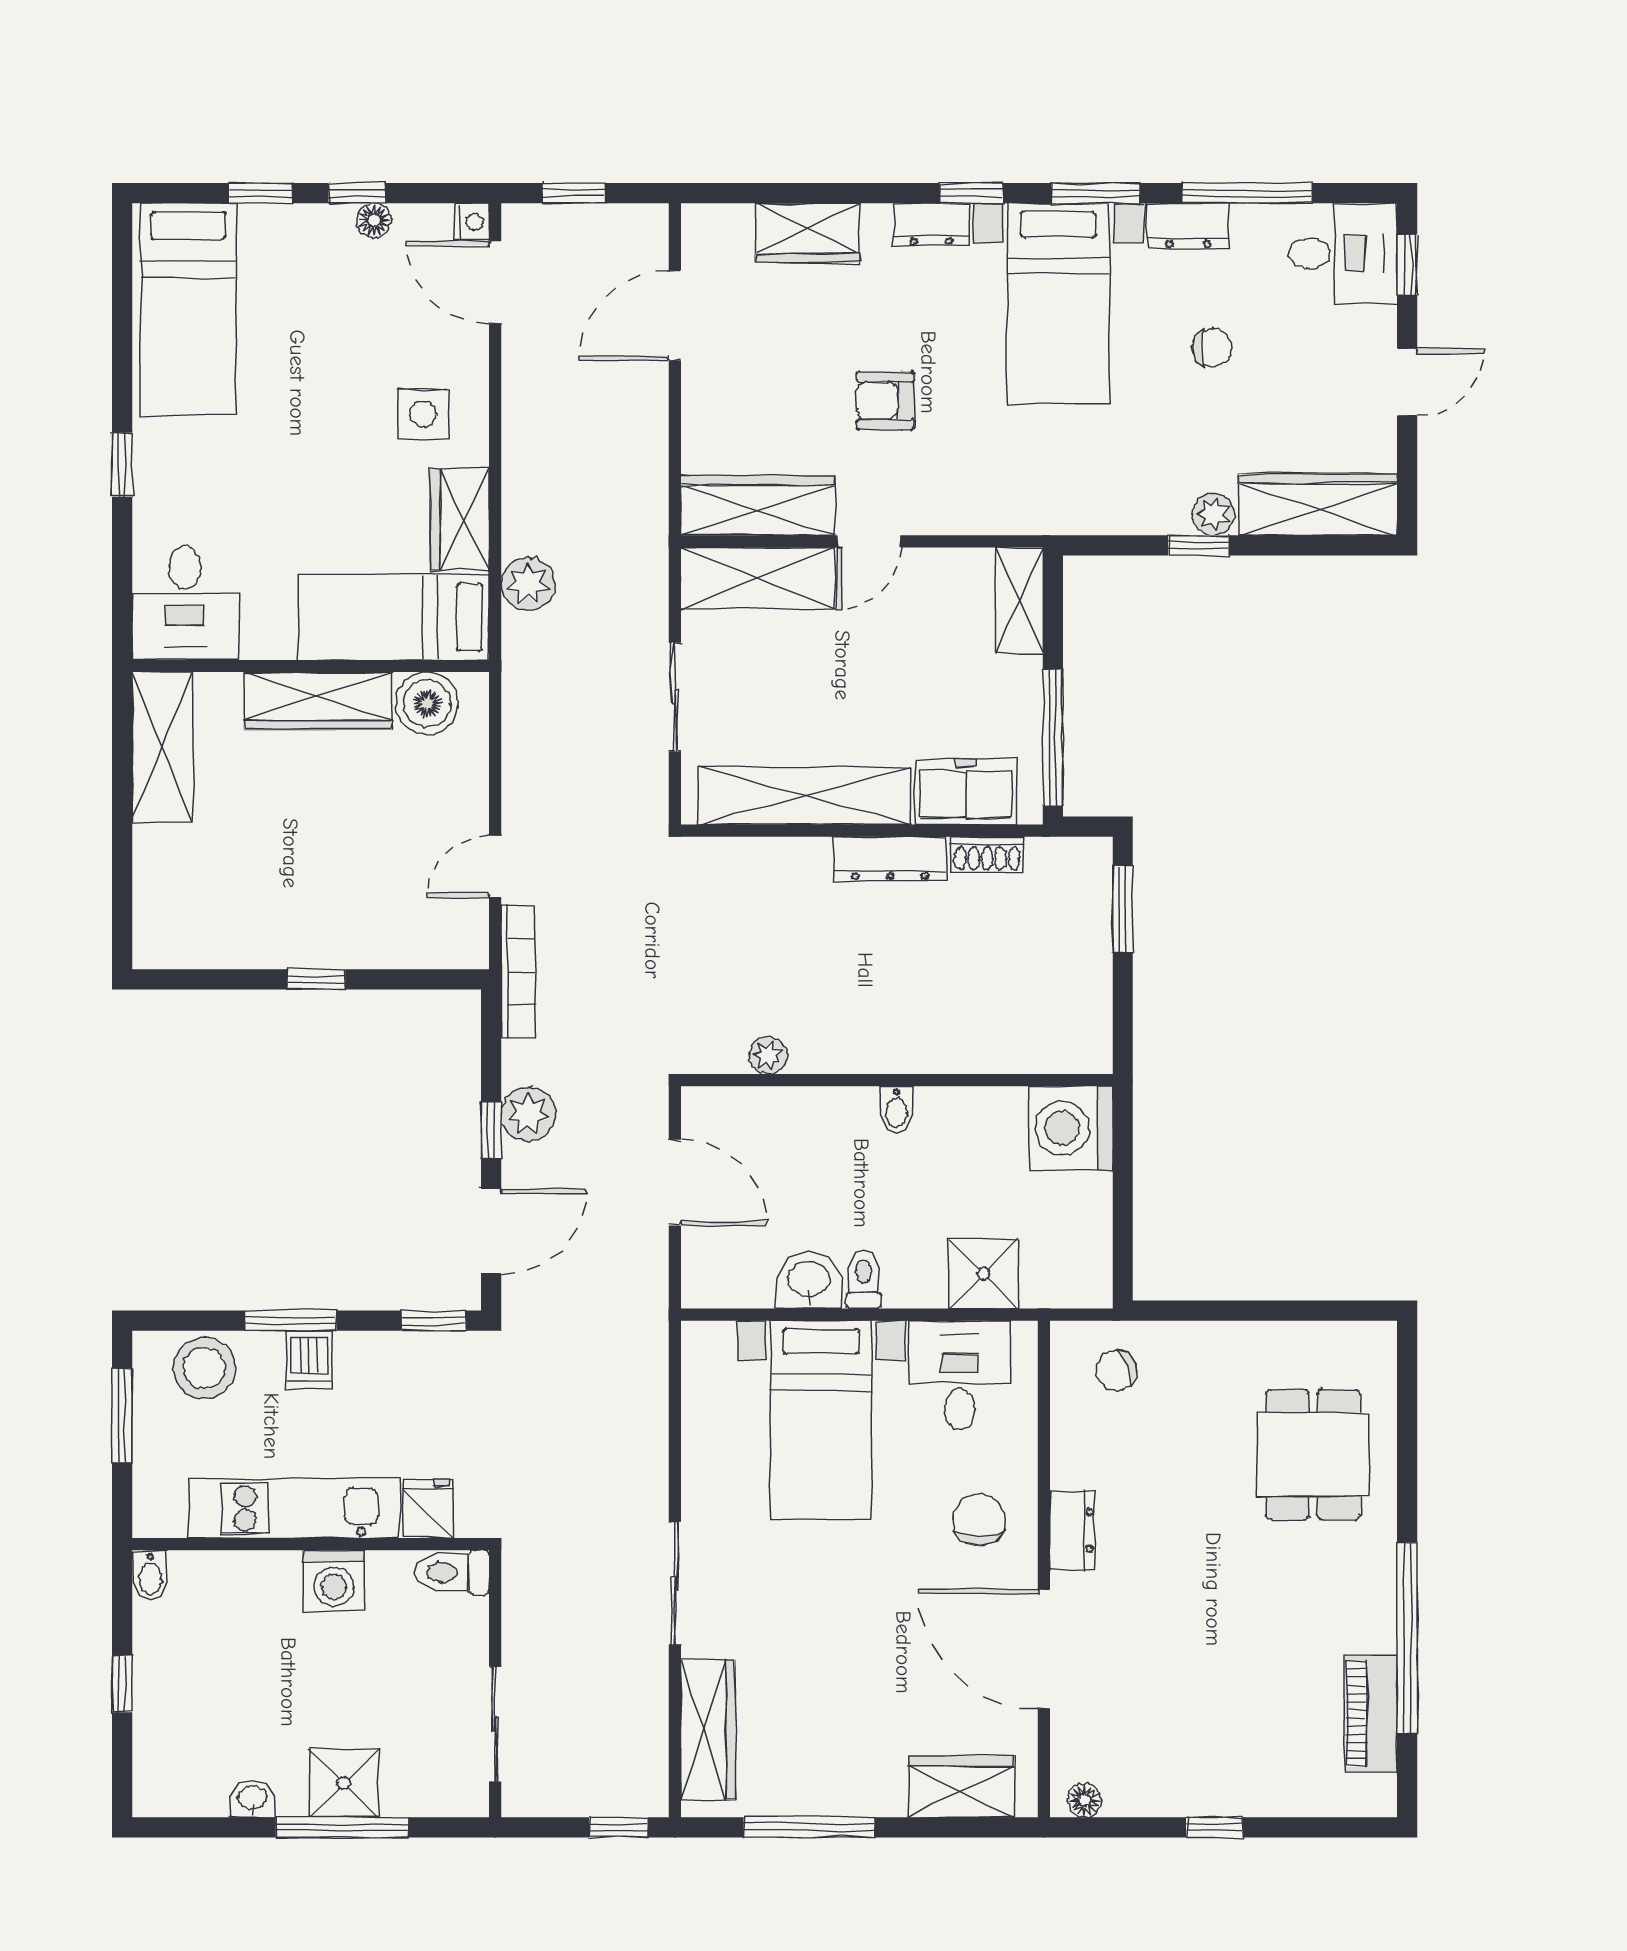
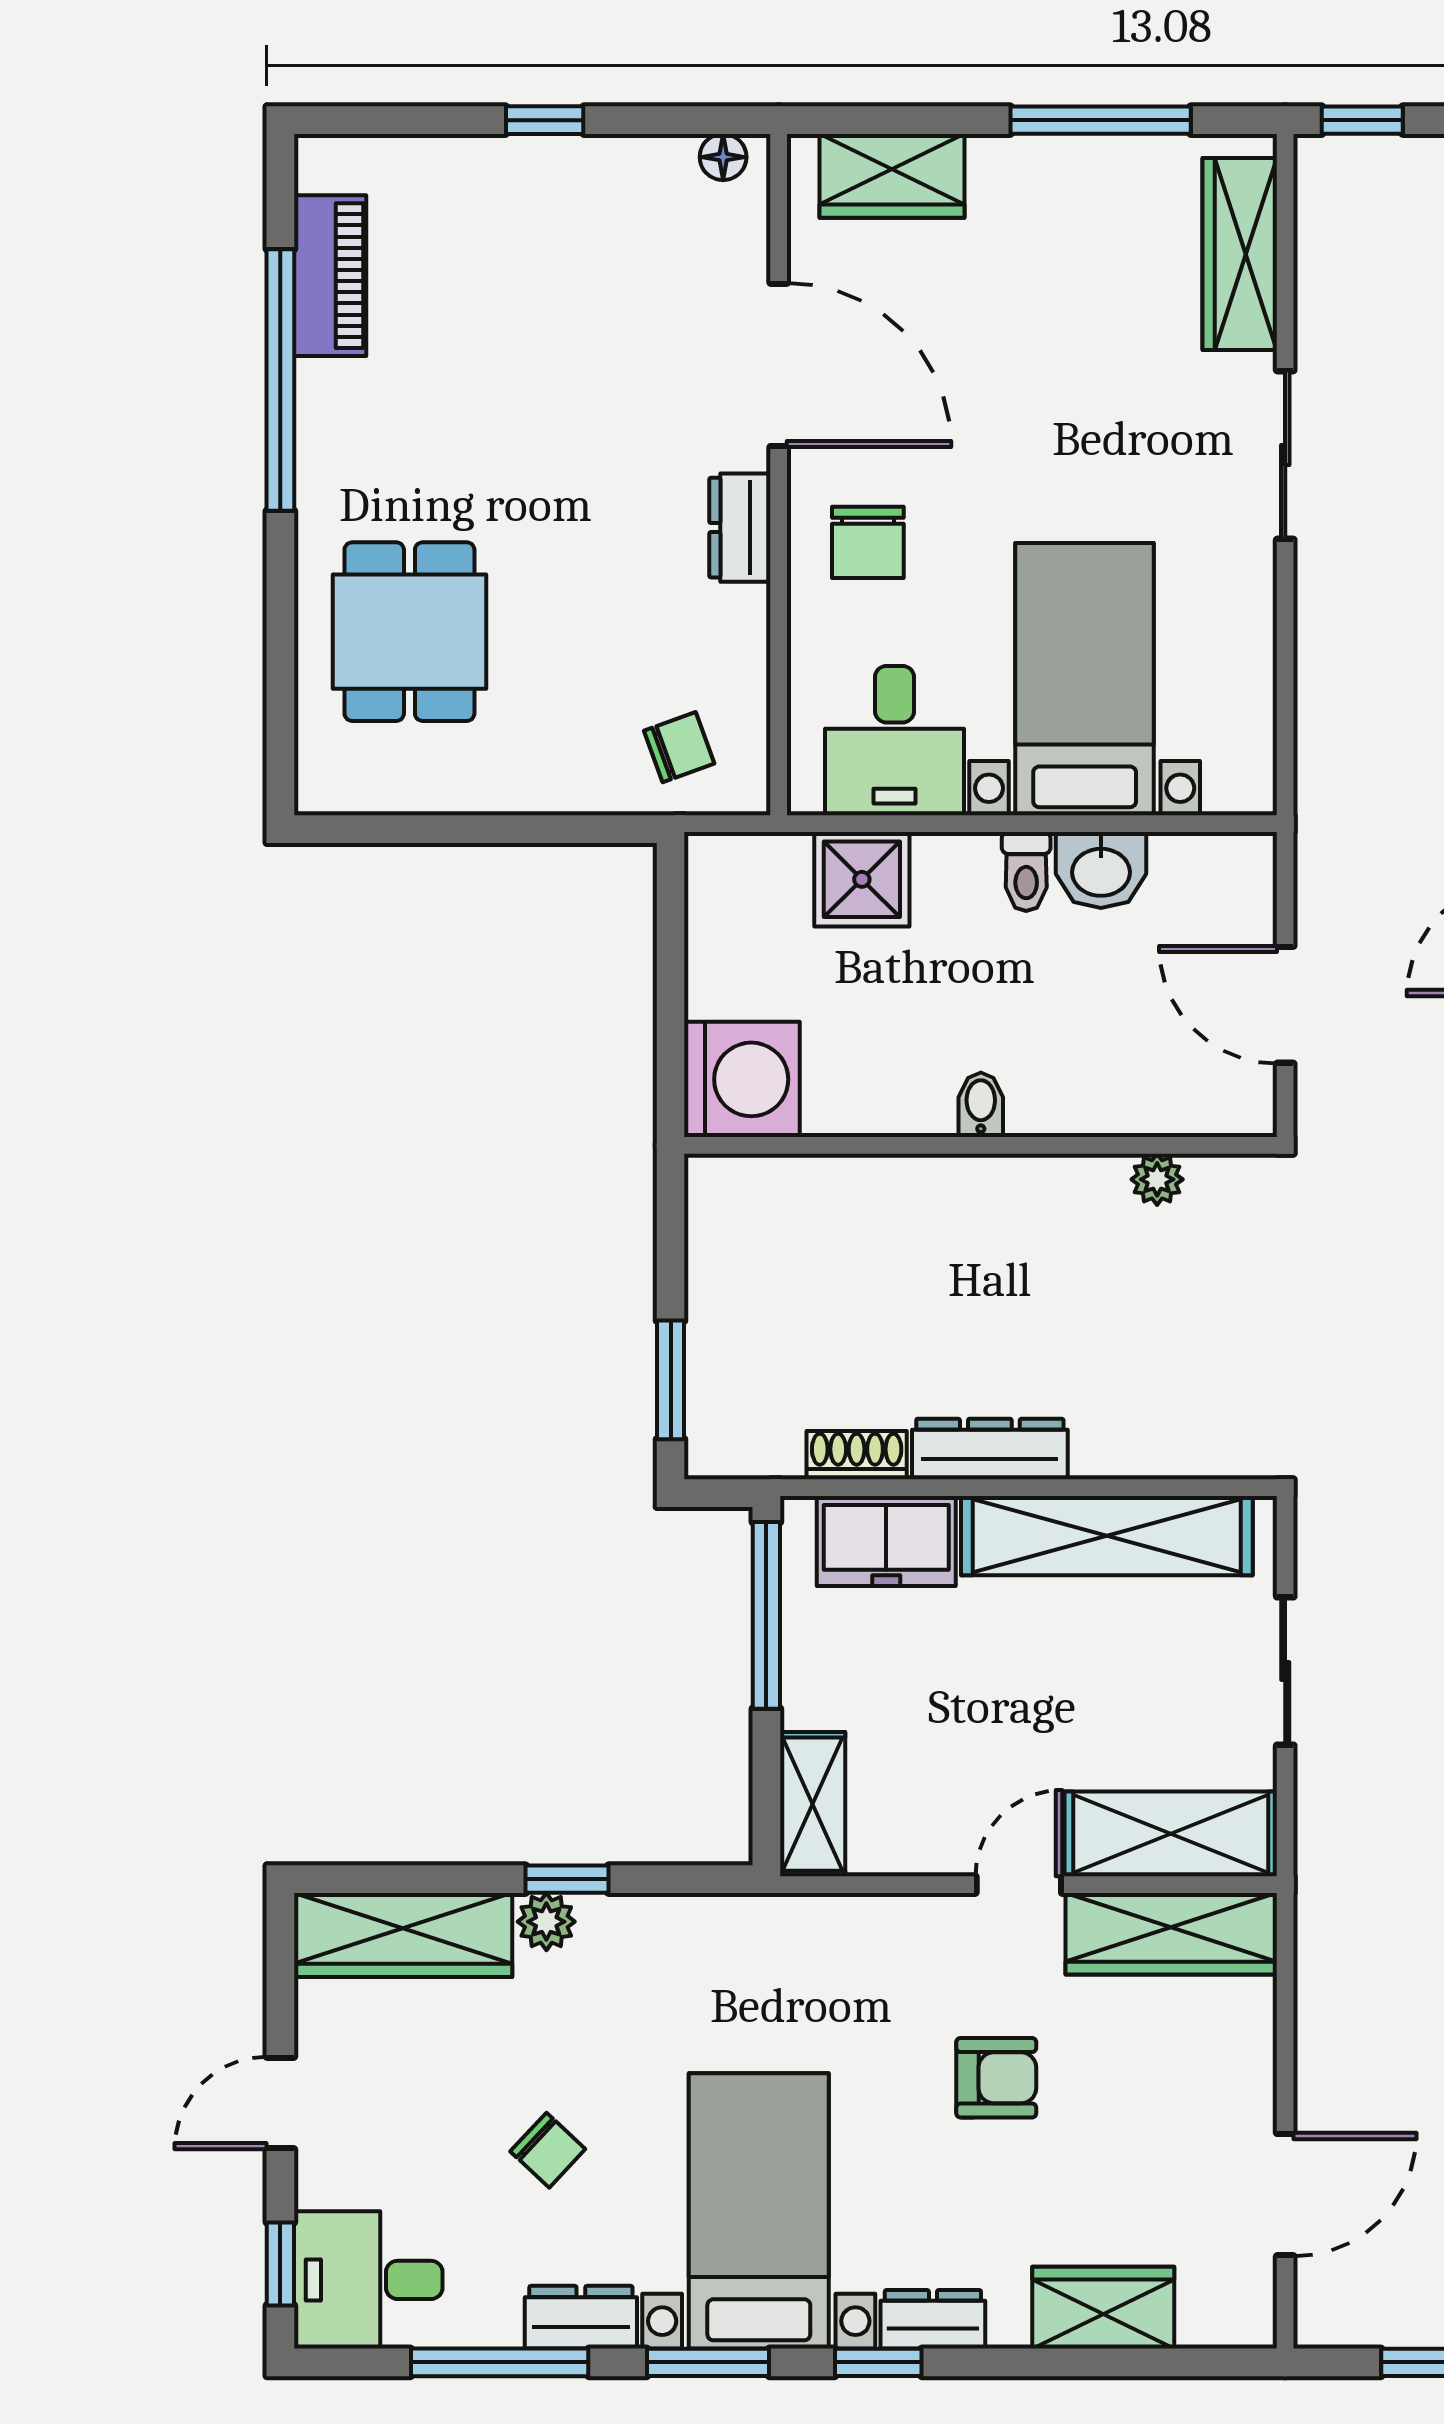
chair: (1212, 348) -> (548, 2150), turned -137

